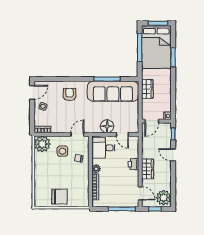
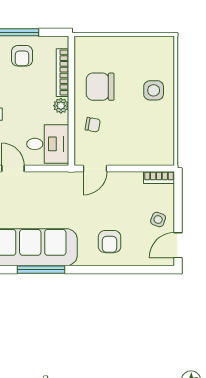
floor lamp: (107, 126) -> (41, 183), removed
plant: (42, 144) -> (159, 151), removed
side table: (62, 151) -> (154, 90), moved
armchair: (117, 196) -> (22, 56), added
chair: (59, 197) -> (100, 87), moved

